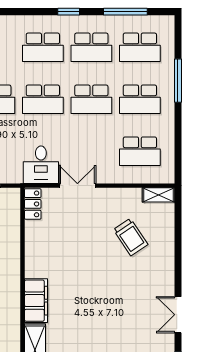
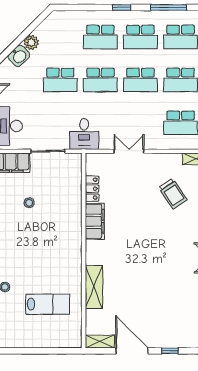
desk: (41, 165) -> (84, 134), moved
locker: (33, 204) -> (92, 189), moved
filing cabinet: (36, 301) -> (95, 221), moved

